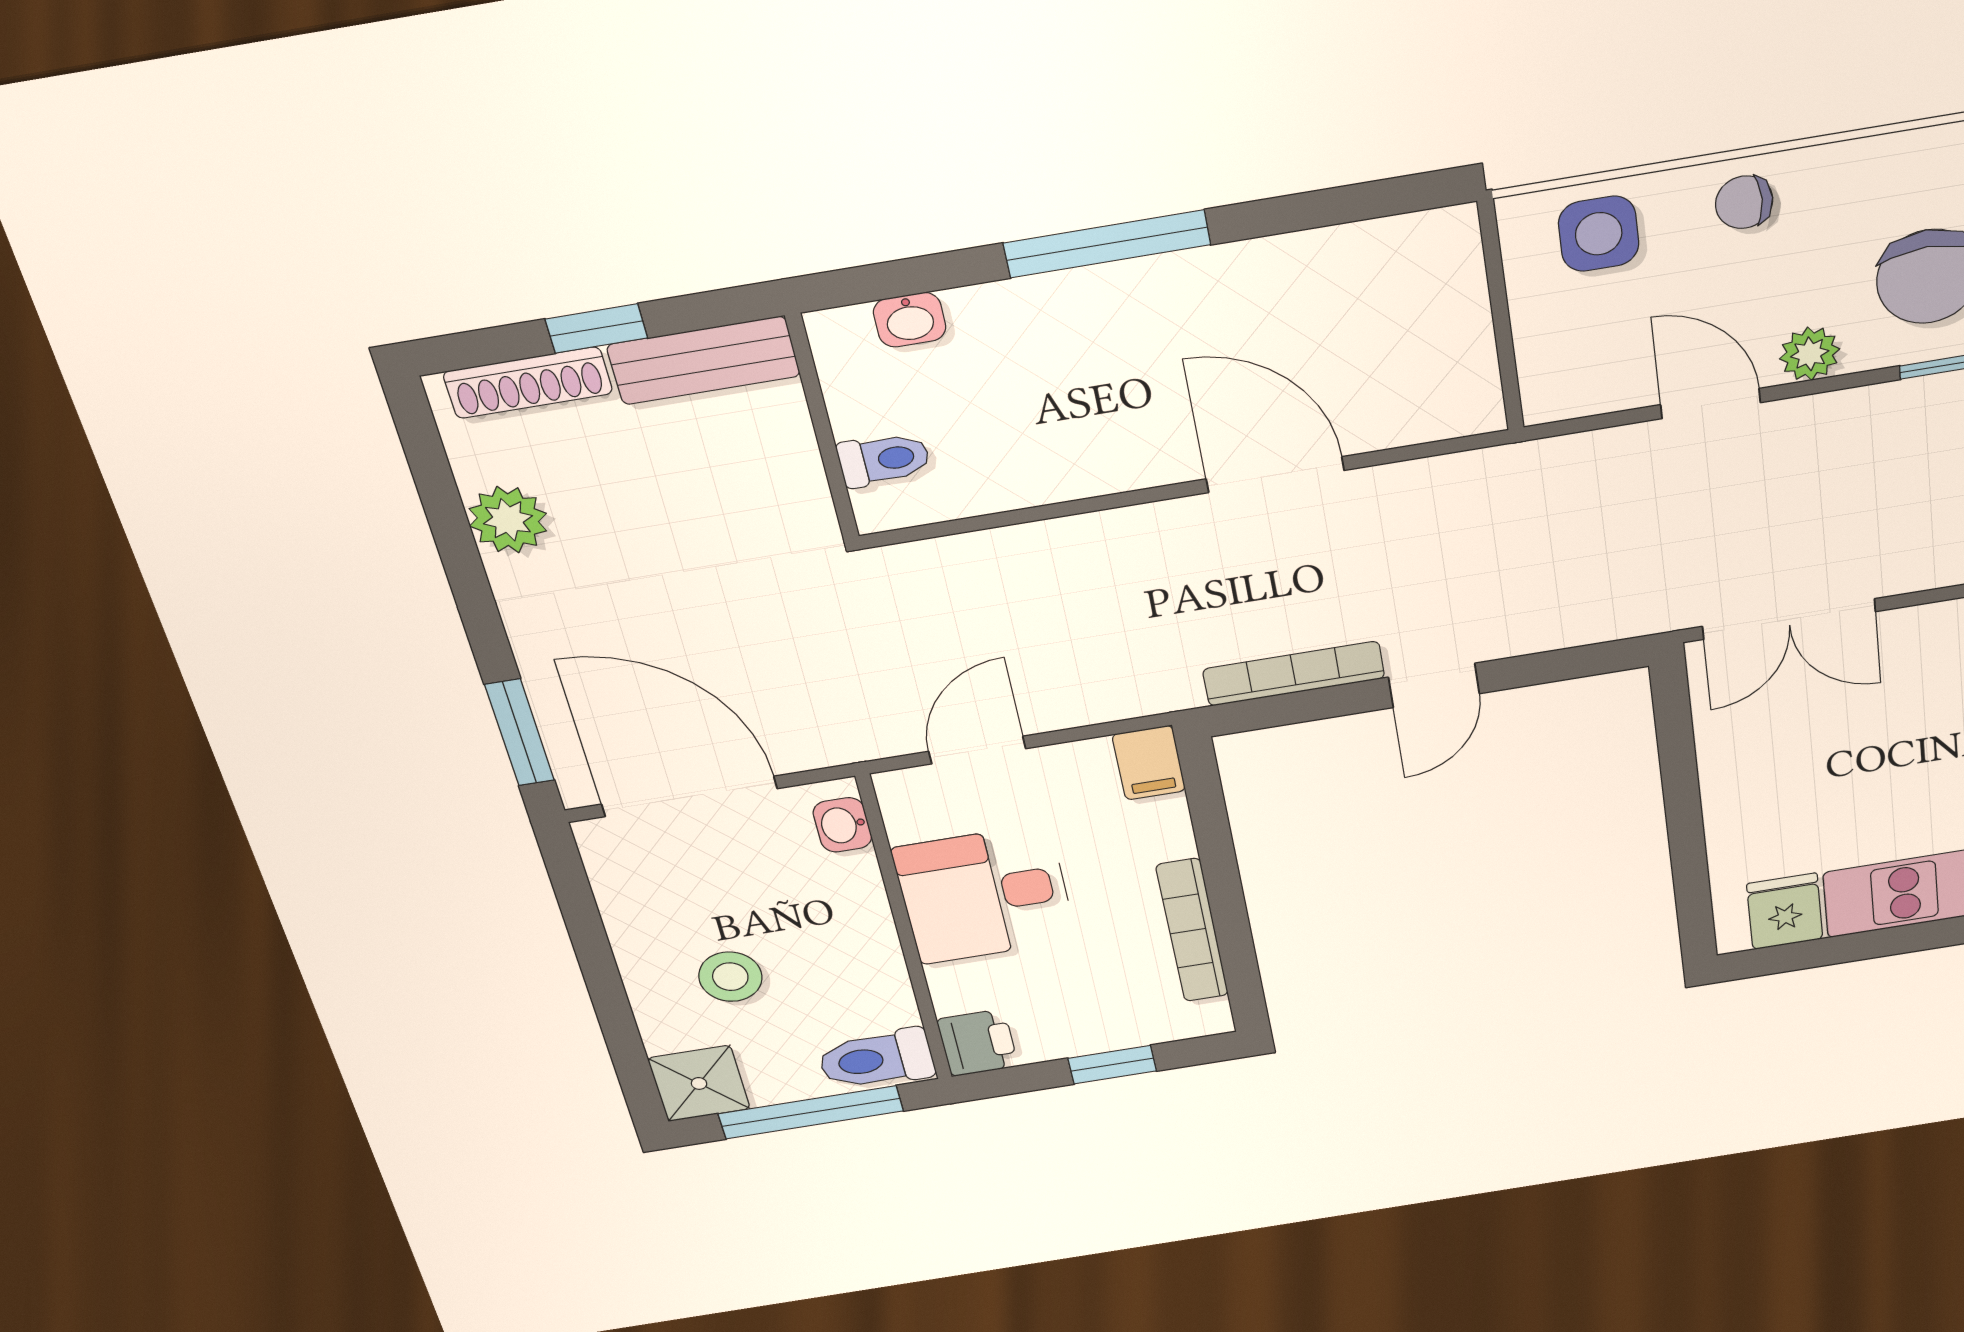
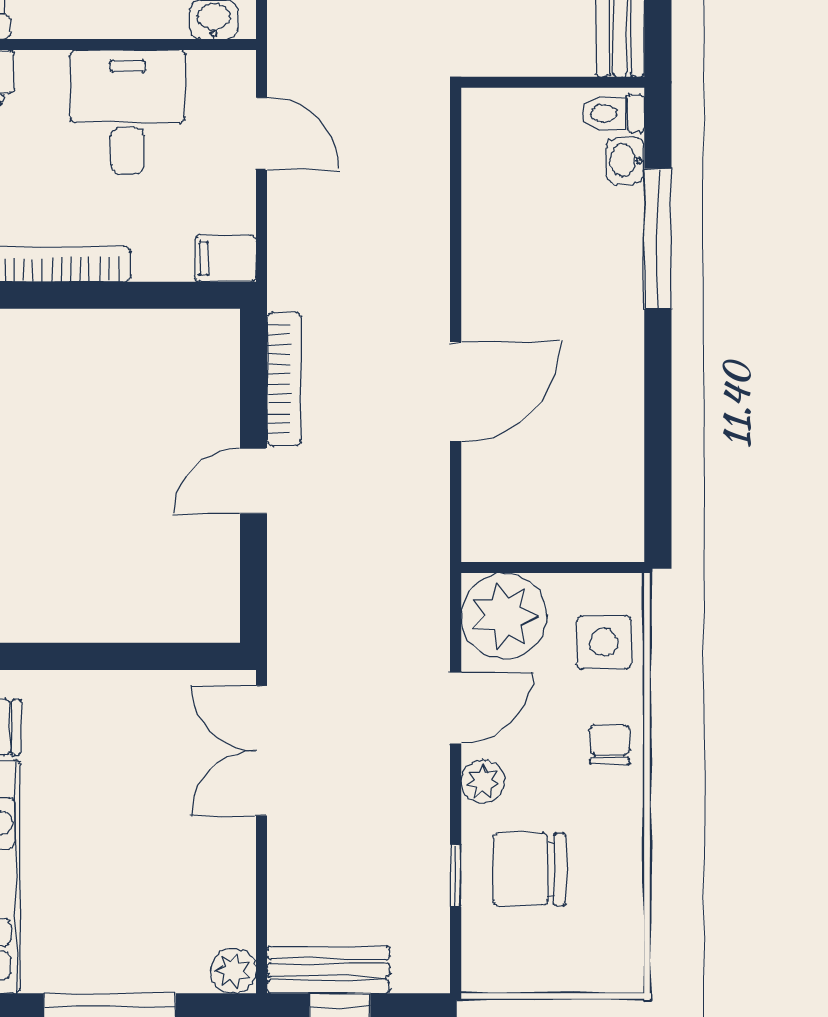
window: (1107, 244) -> (658, 239), moved
plant: (1576, 366) -> (504, 616), added
toilet: (884, 460) -> (613, 113), moved, turned 90
door: (1434, 685) -> (253, 481), hinge flipped

